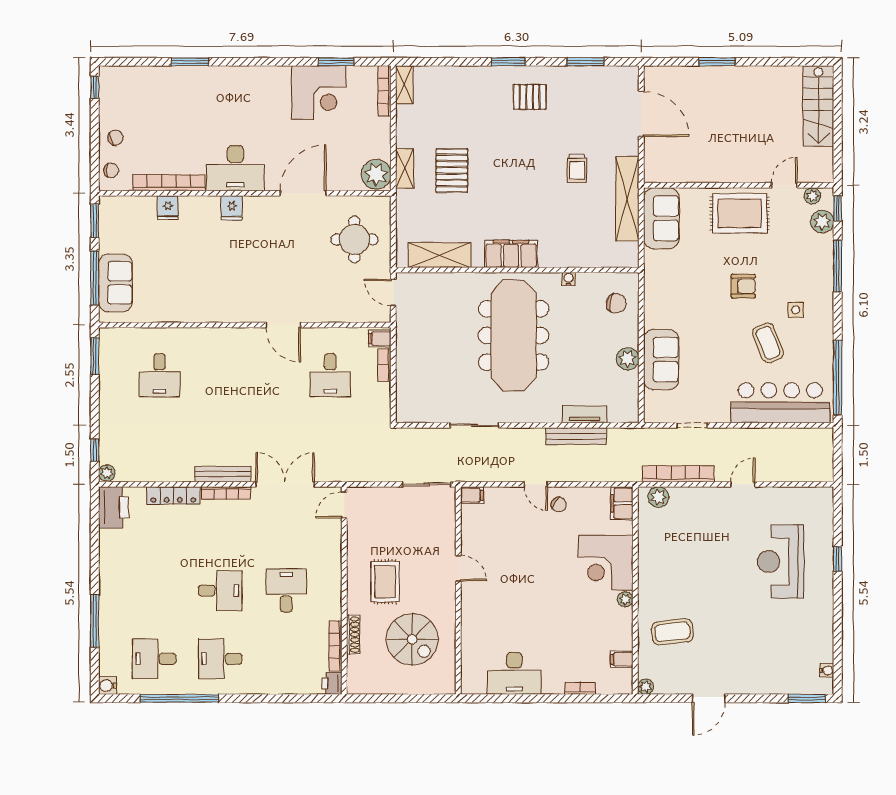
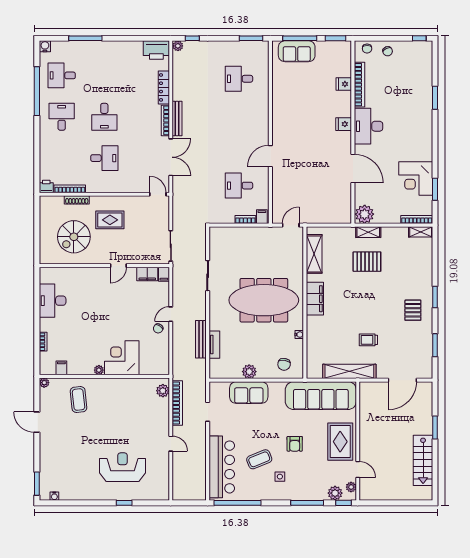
stairs: (818, 106) -> (423, 460), moved, turned -90
sofa: (661, 218) -> (321, 396), width x1.85, depth x1.27
round table: (354, 239) -> (324, 201), removed
filing cabinet: (622, 503) -> (147, 274), moved, turned 180
desk: (154, 659) -> (62, 75), turned -90

